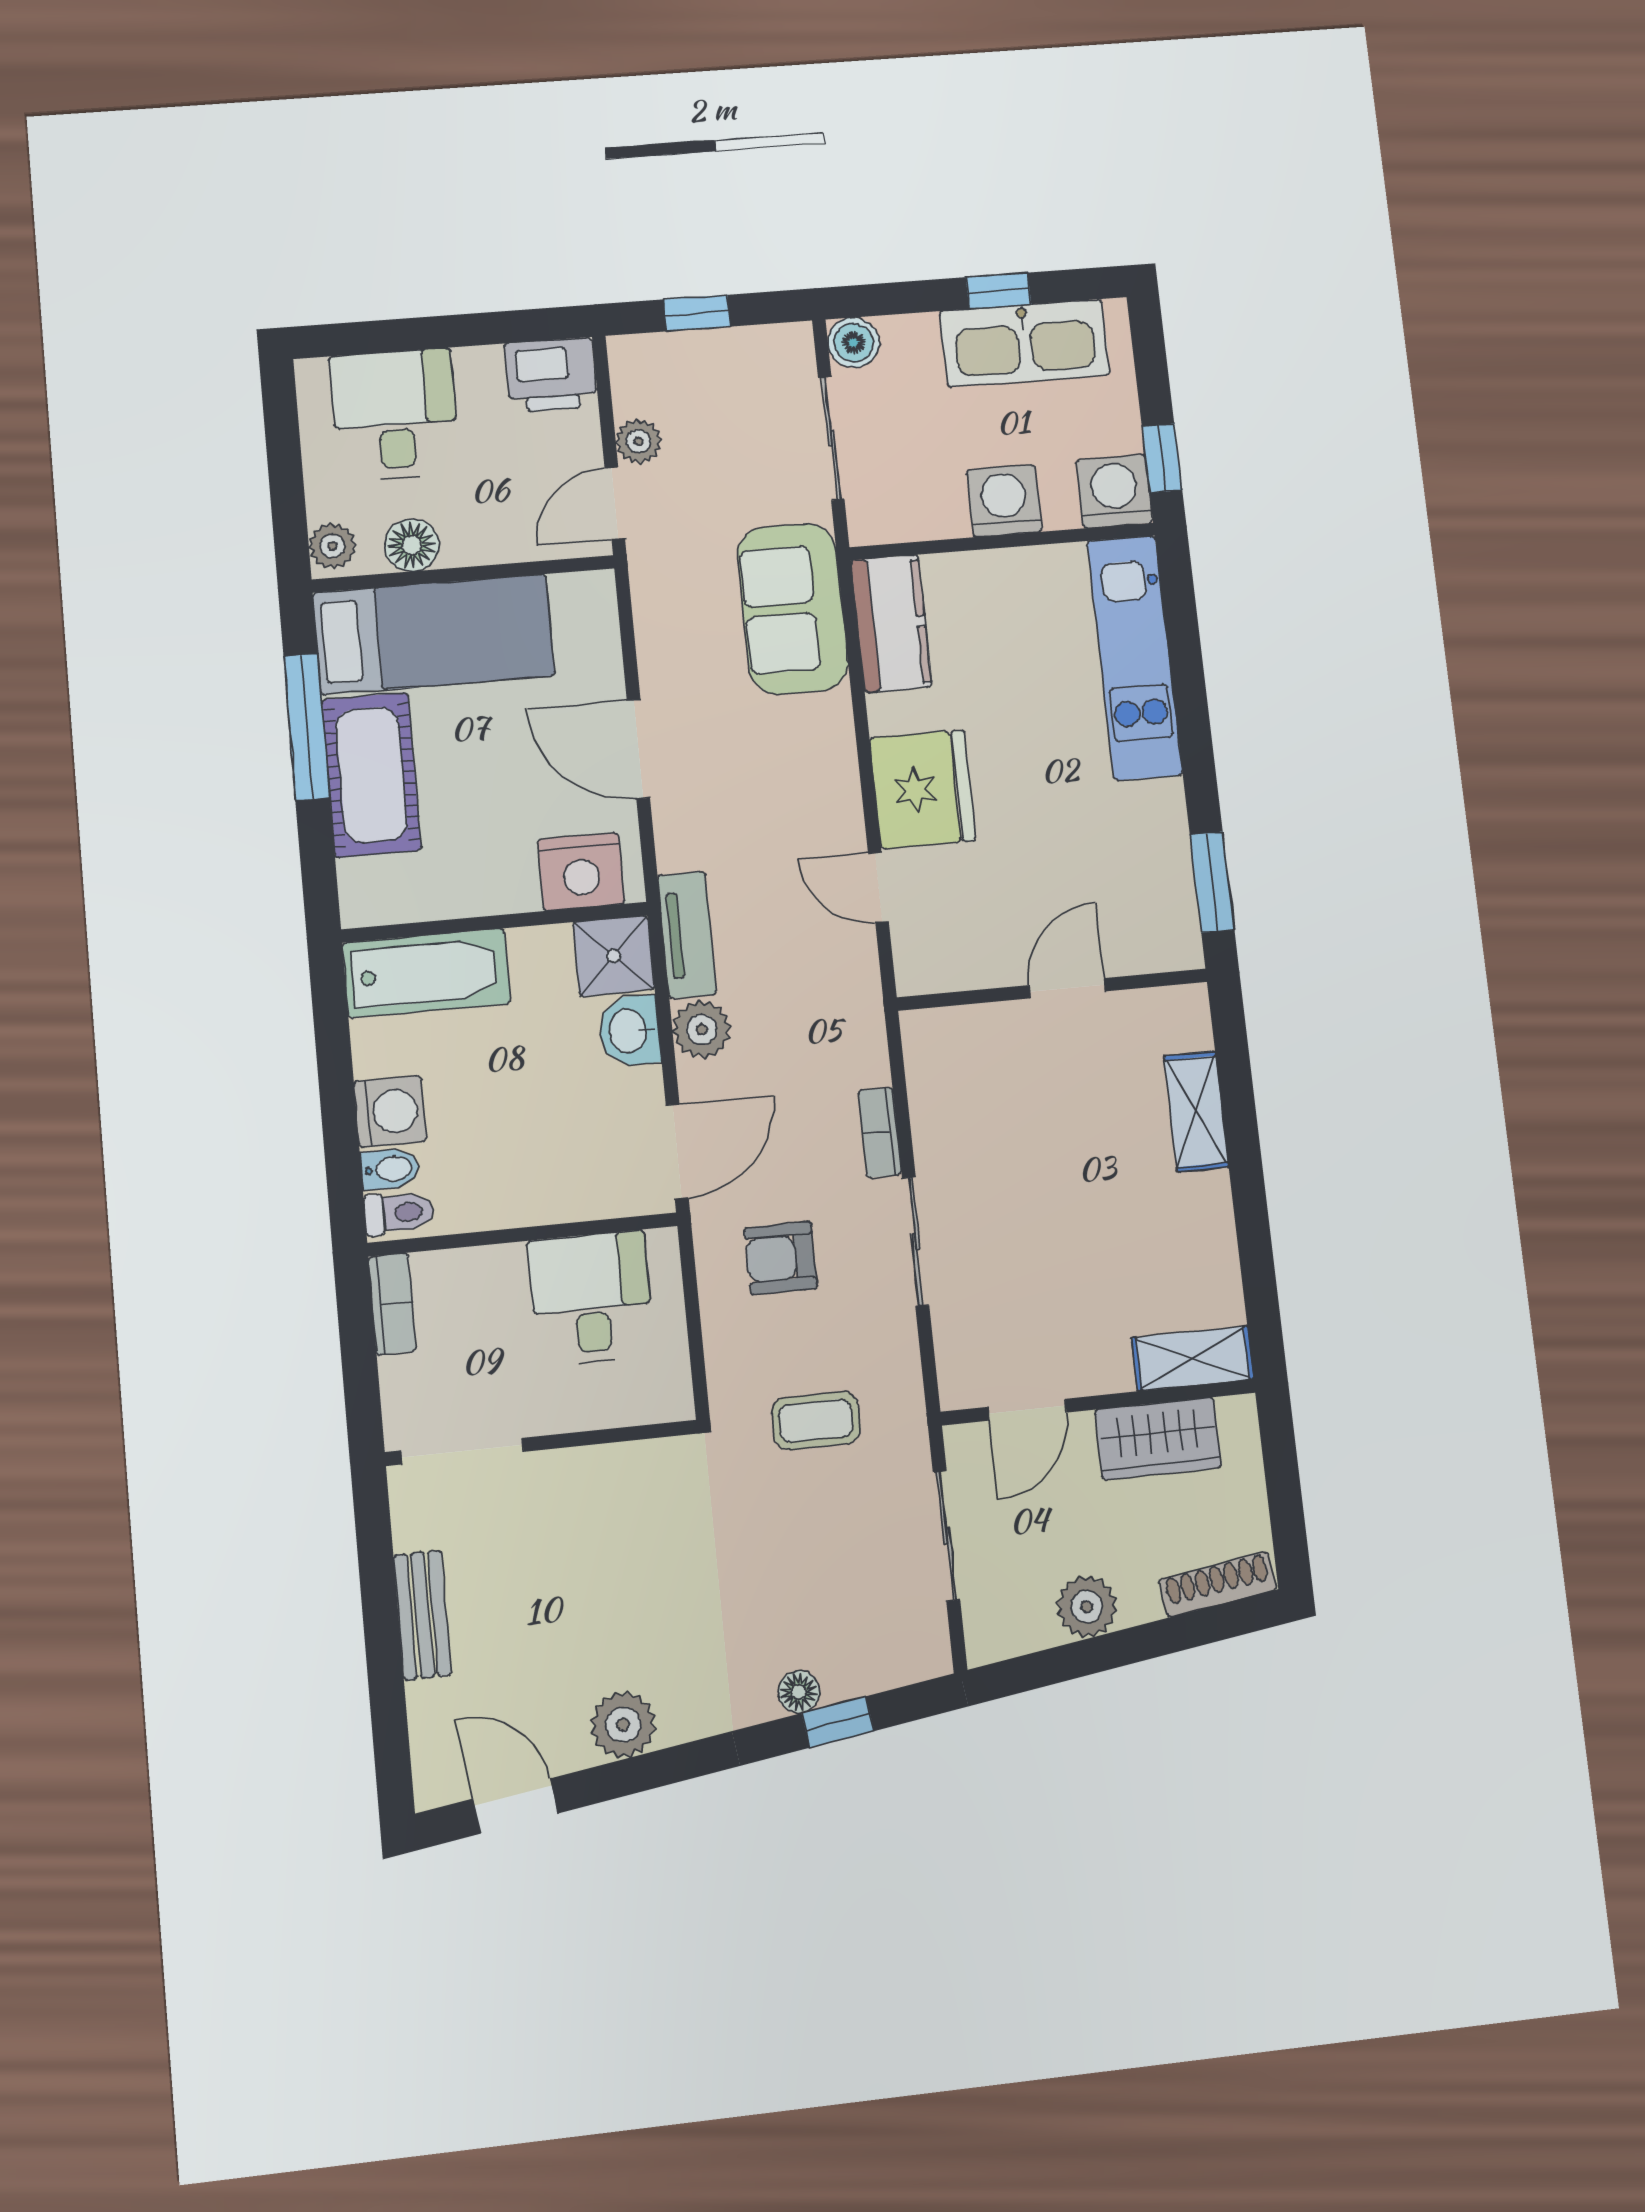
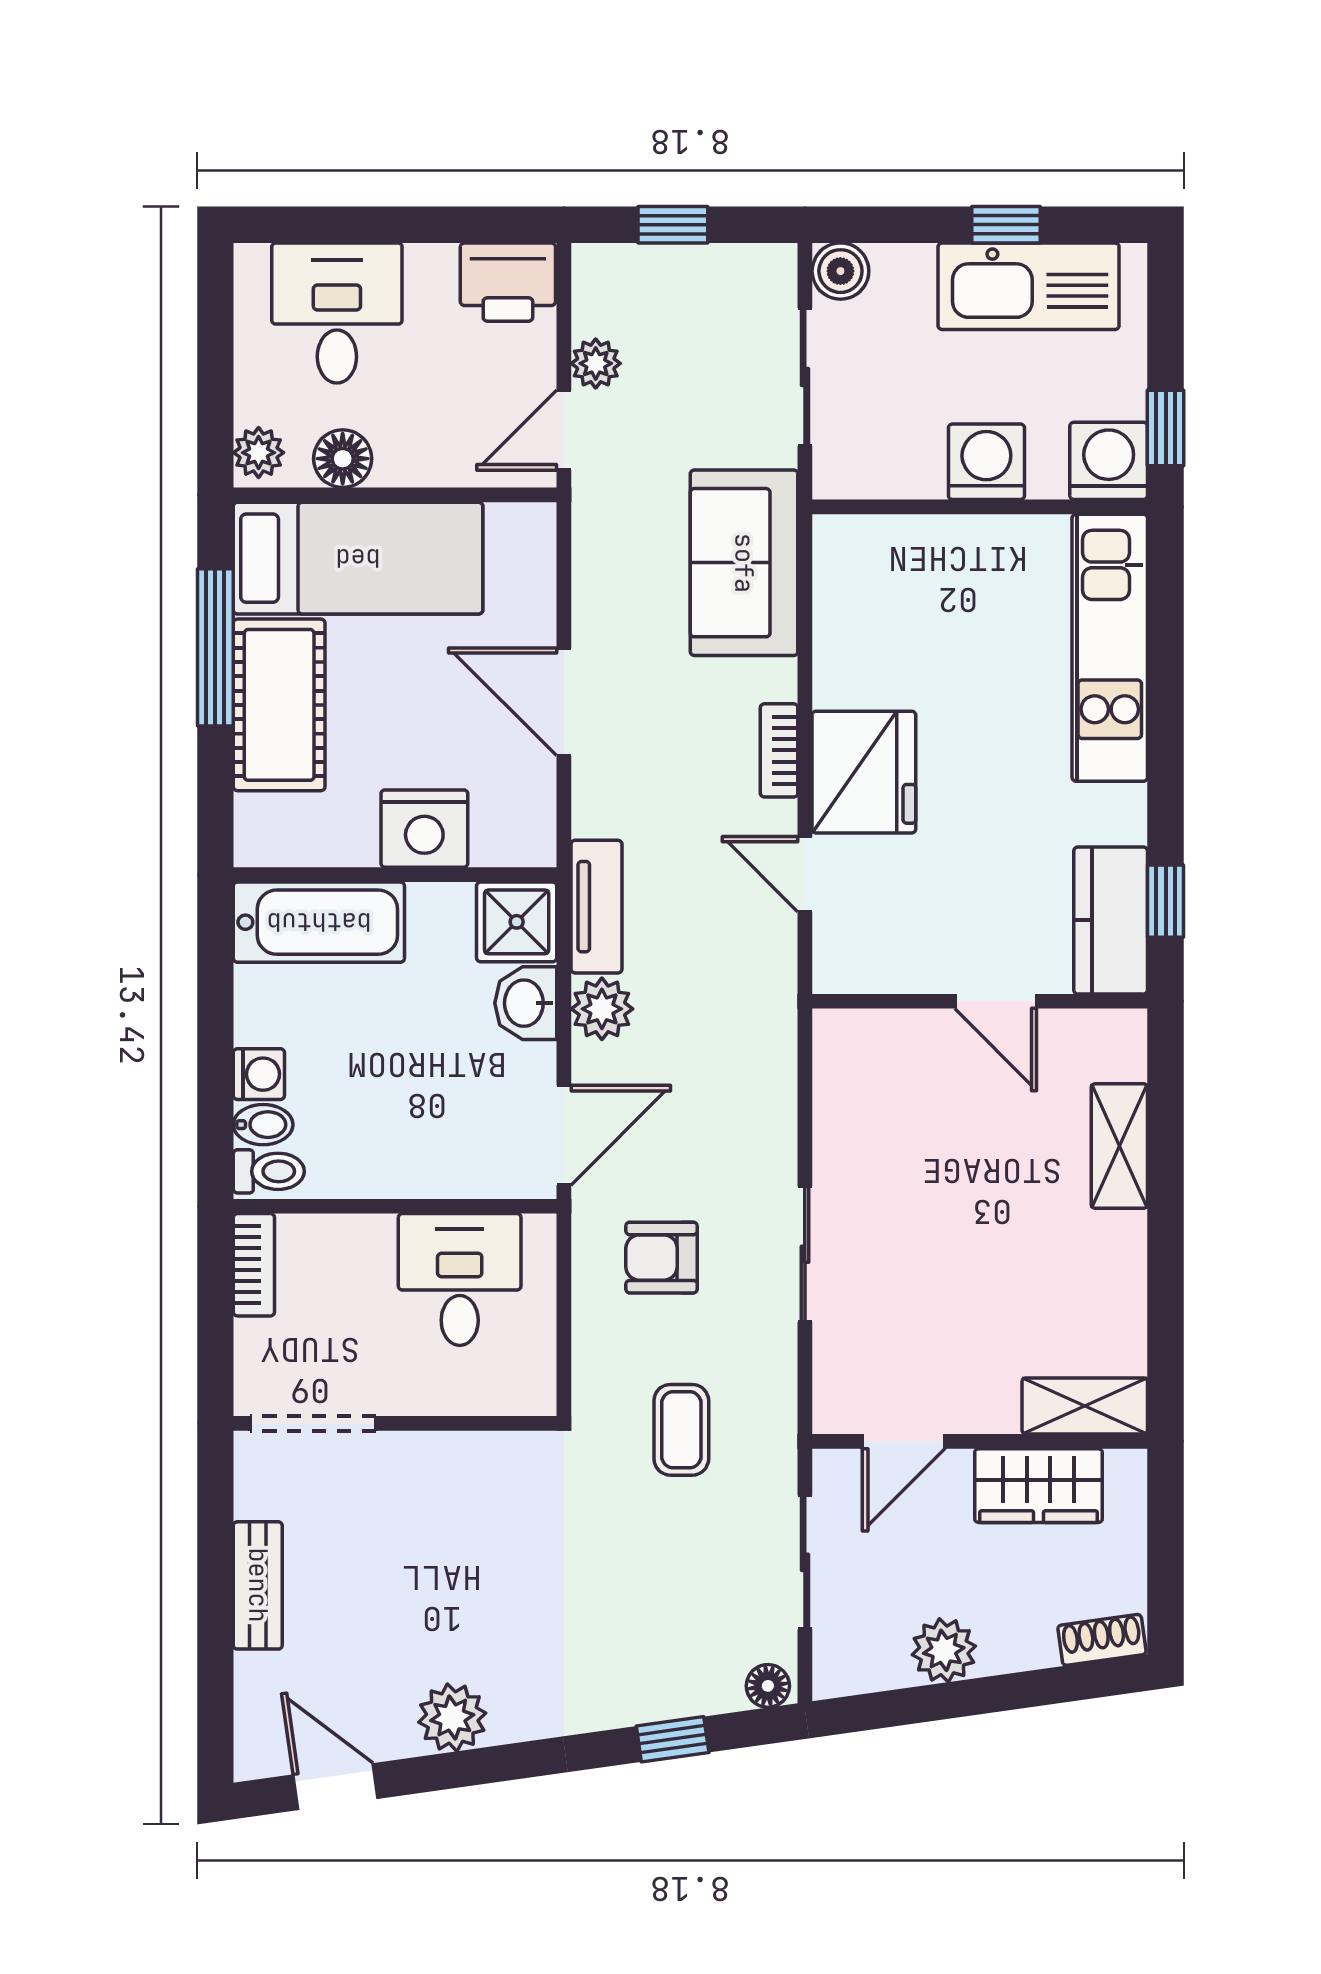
kitchen counter: (891, 623) -> (1111, 920), moved, turned 180
nightstand: (581, 872) -> (424, 829), moved
window: (1212, 882) -> (1166, 901), width x0.67
door: (1067, 988) -> (996, 1001), swing flipped
washing machine: (390, 1111) -> (259, 1074), width x0.73, depth x0.73
bookcase: (880, 1133) -> (779, 750), moved
coffee table: (816, 1421) -> (681, 1430), turned 90
shoe rack: (1218, 1584) -> (1102, 1640), width x0.70
floor lamp: (799, 1692) -> (768, 1686), moved

